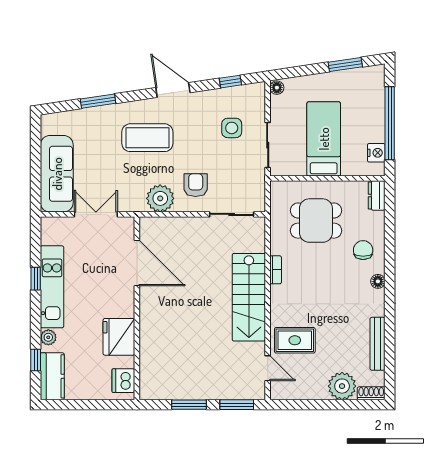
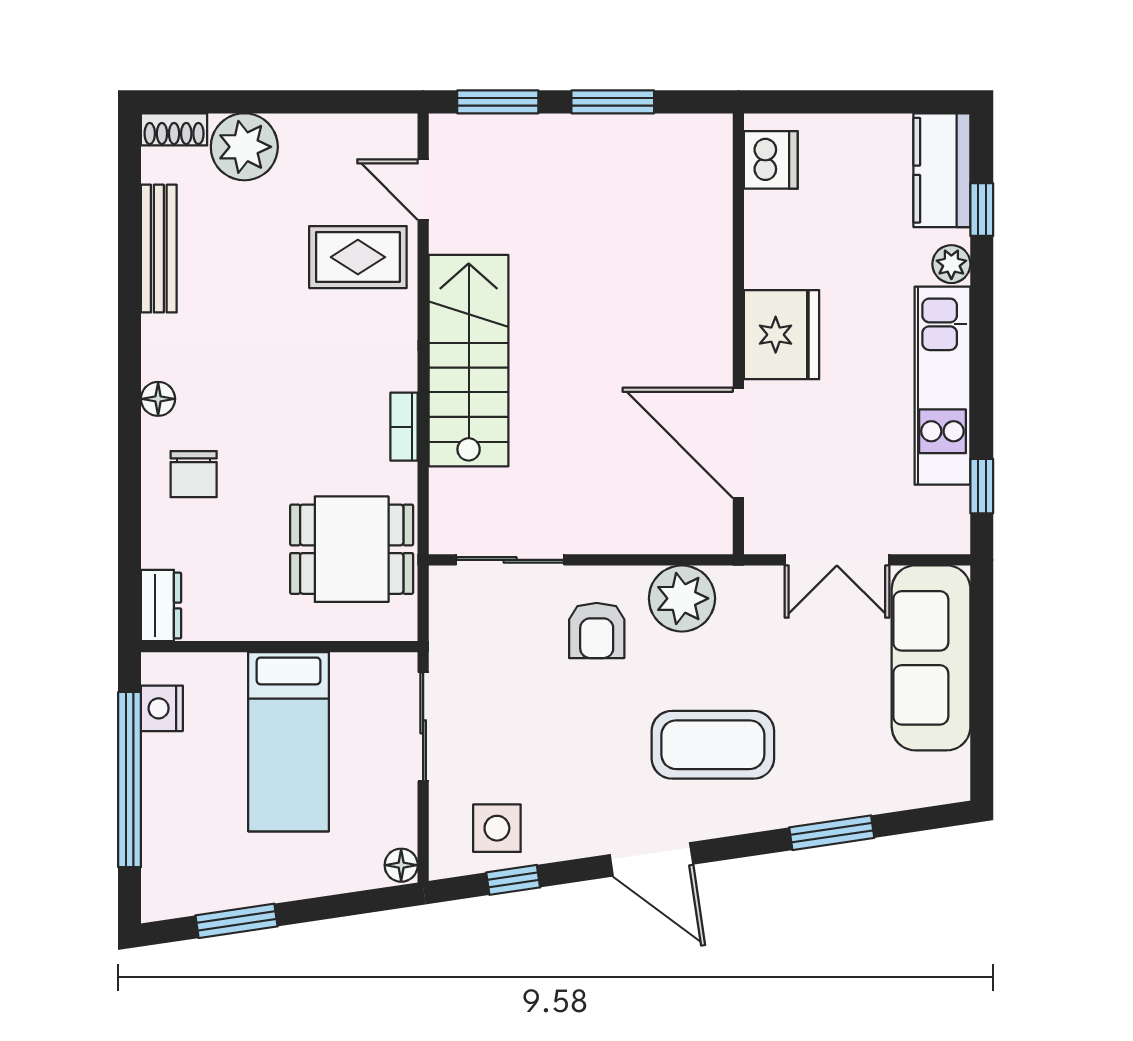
side table: (232, 128) -> (497, 828), moved
dining table: (316, 221) -> (352, 549), moved
window: (36, 279) -> (982, 486), moved
fridge: (119, 337) -> (782, 335), moved

